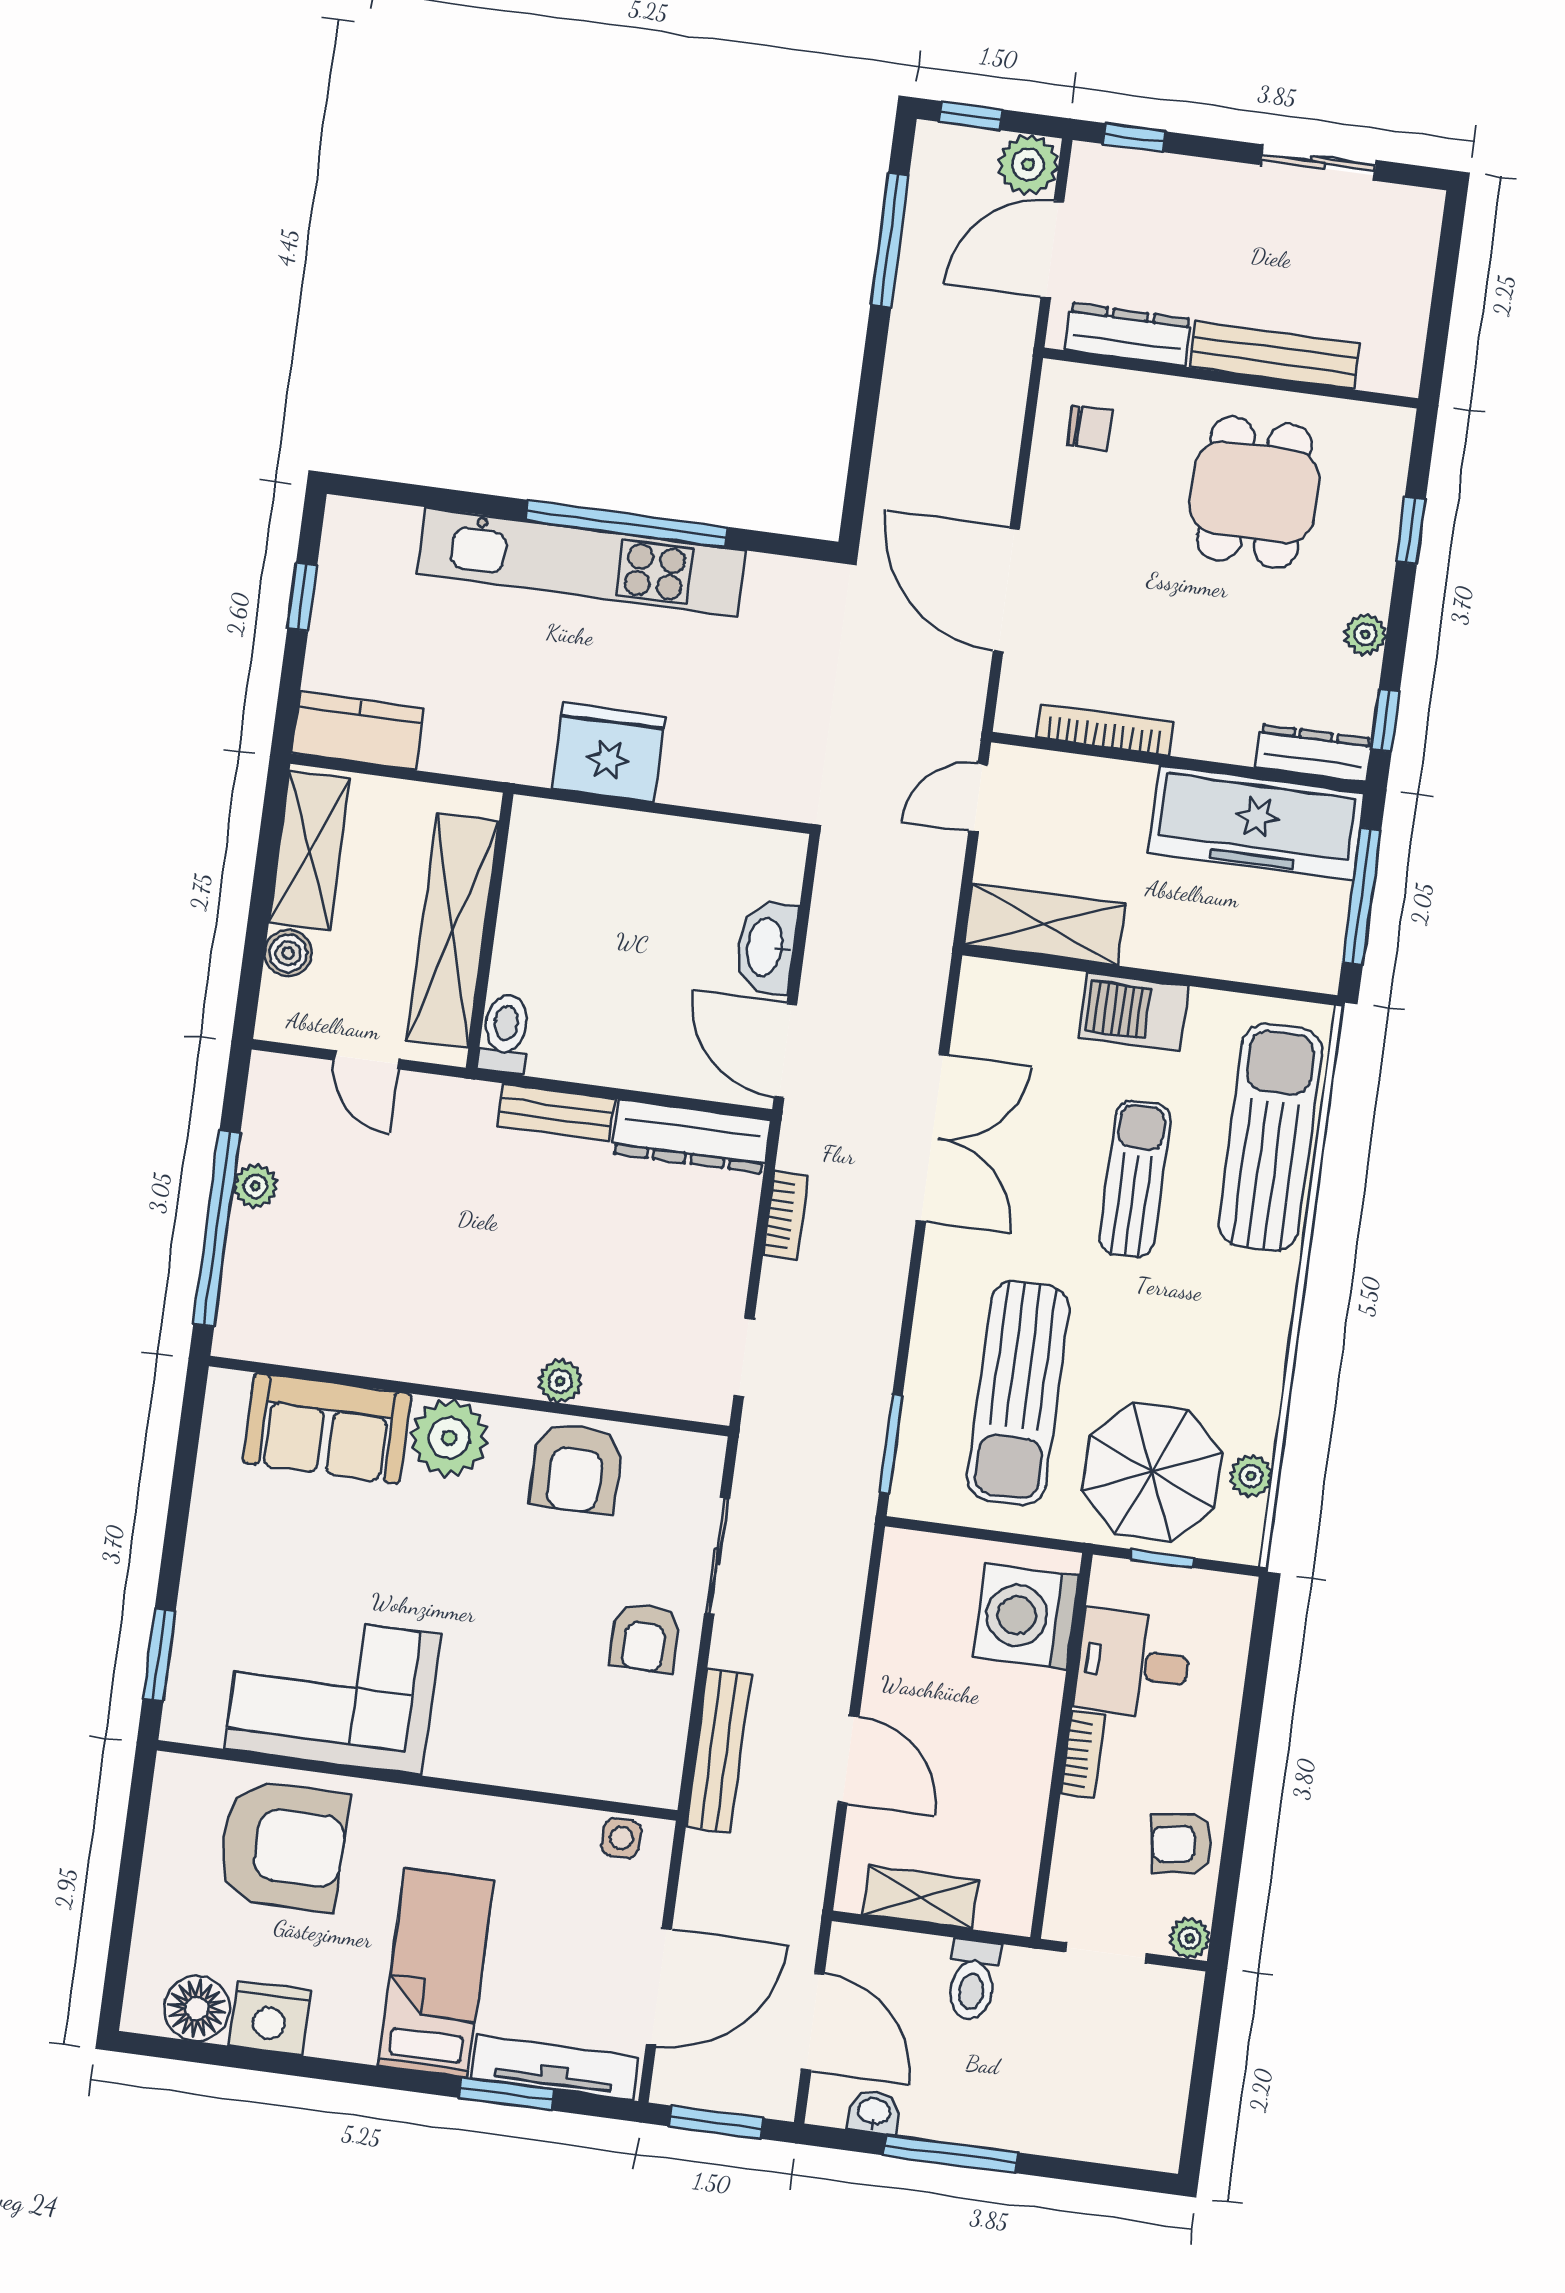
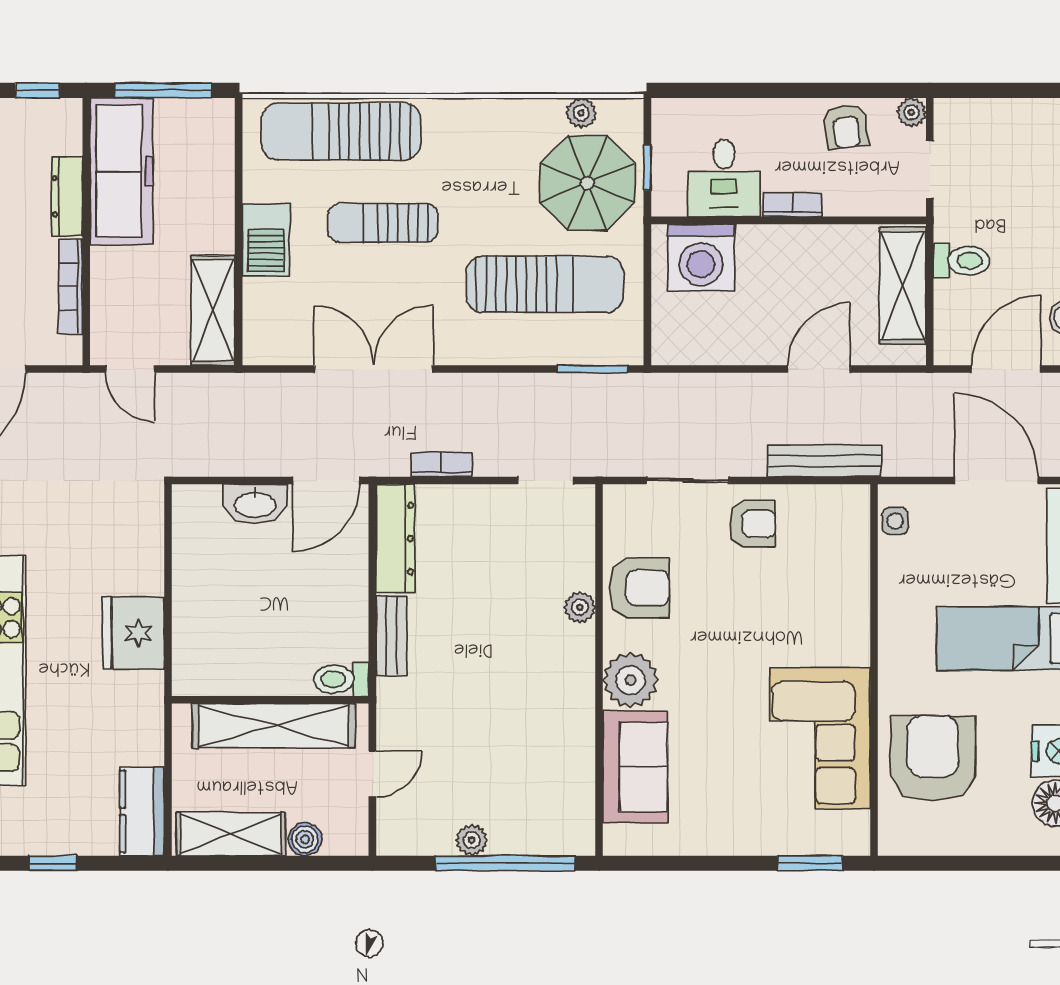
dresser: (1314, 753) -> (67, 196), moved
shelving: (921, 1897) -> (903, 286), width x1.50, depth x1.33

